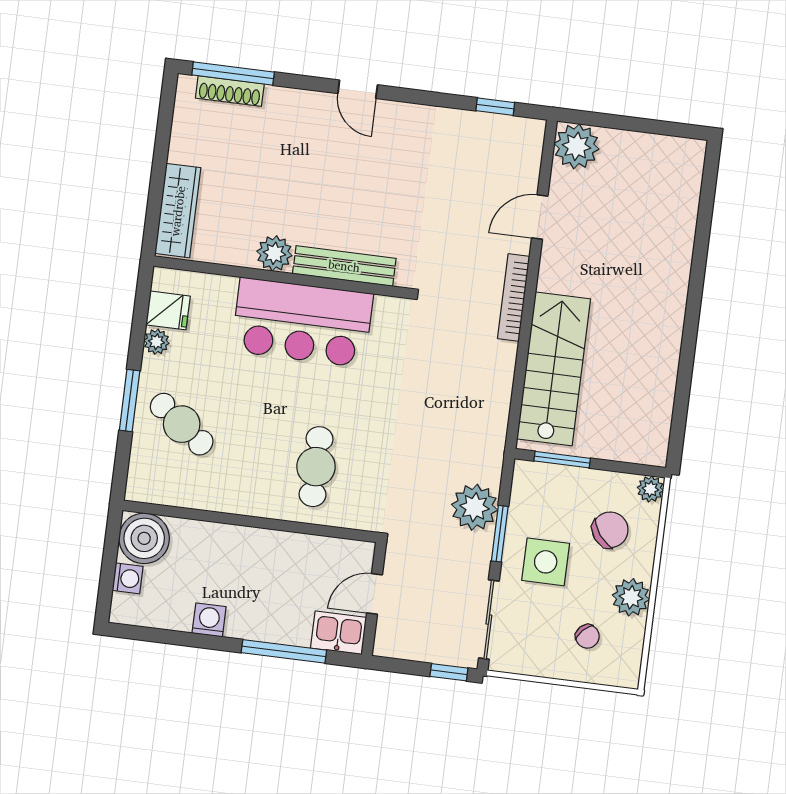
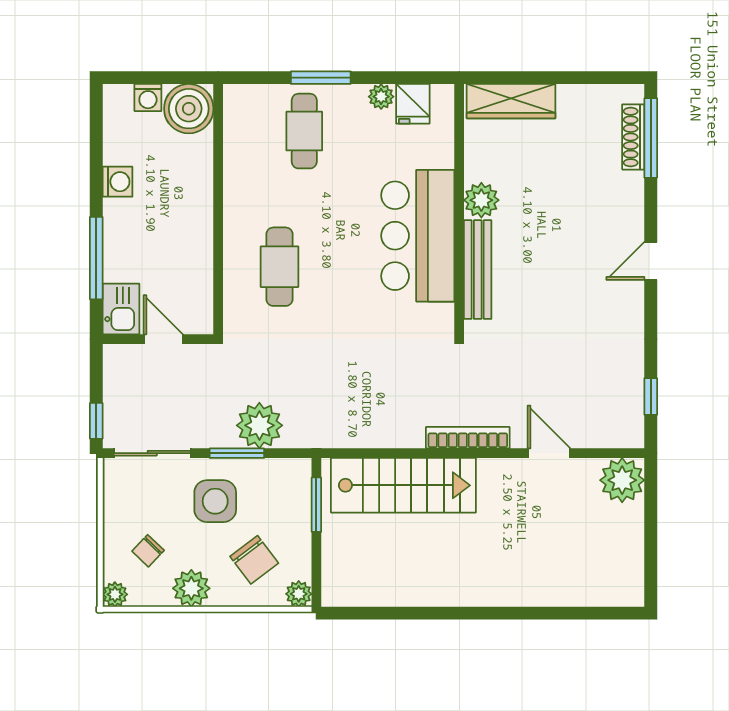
cafe table: (182, 424) -> (304, 131), turned -37
cafe table: (316, 467) -> (279, 267), turned 90
plant: (627, 675) -> (115, 594), added

